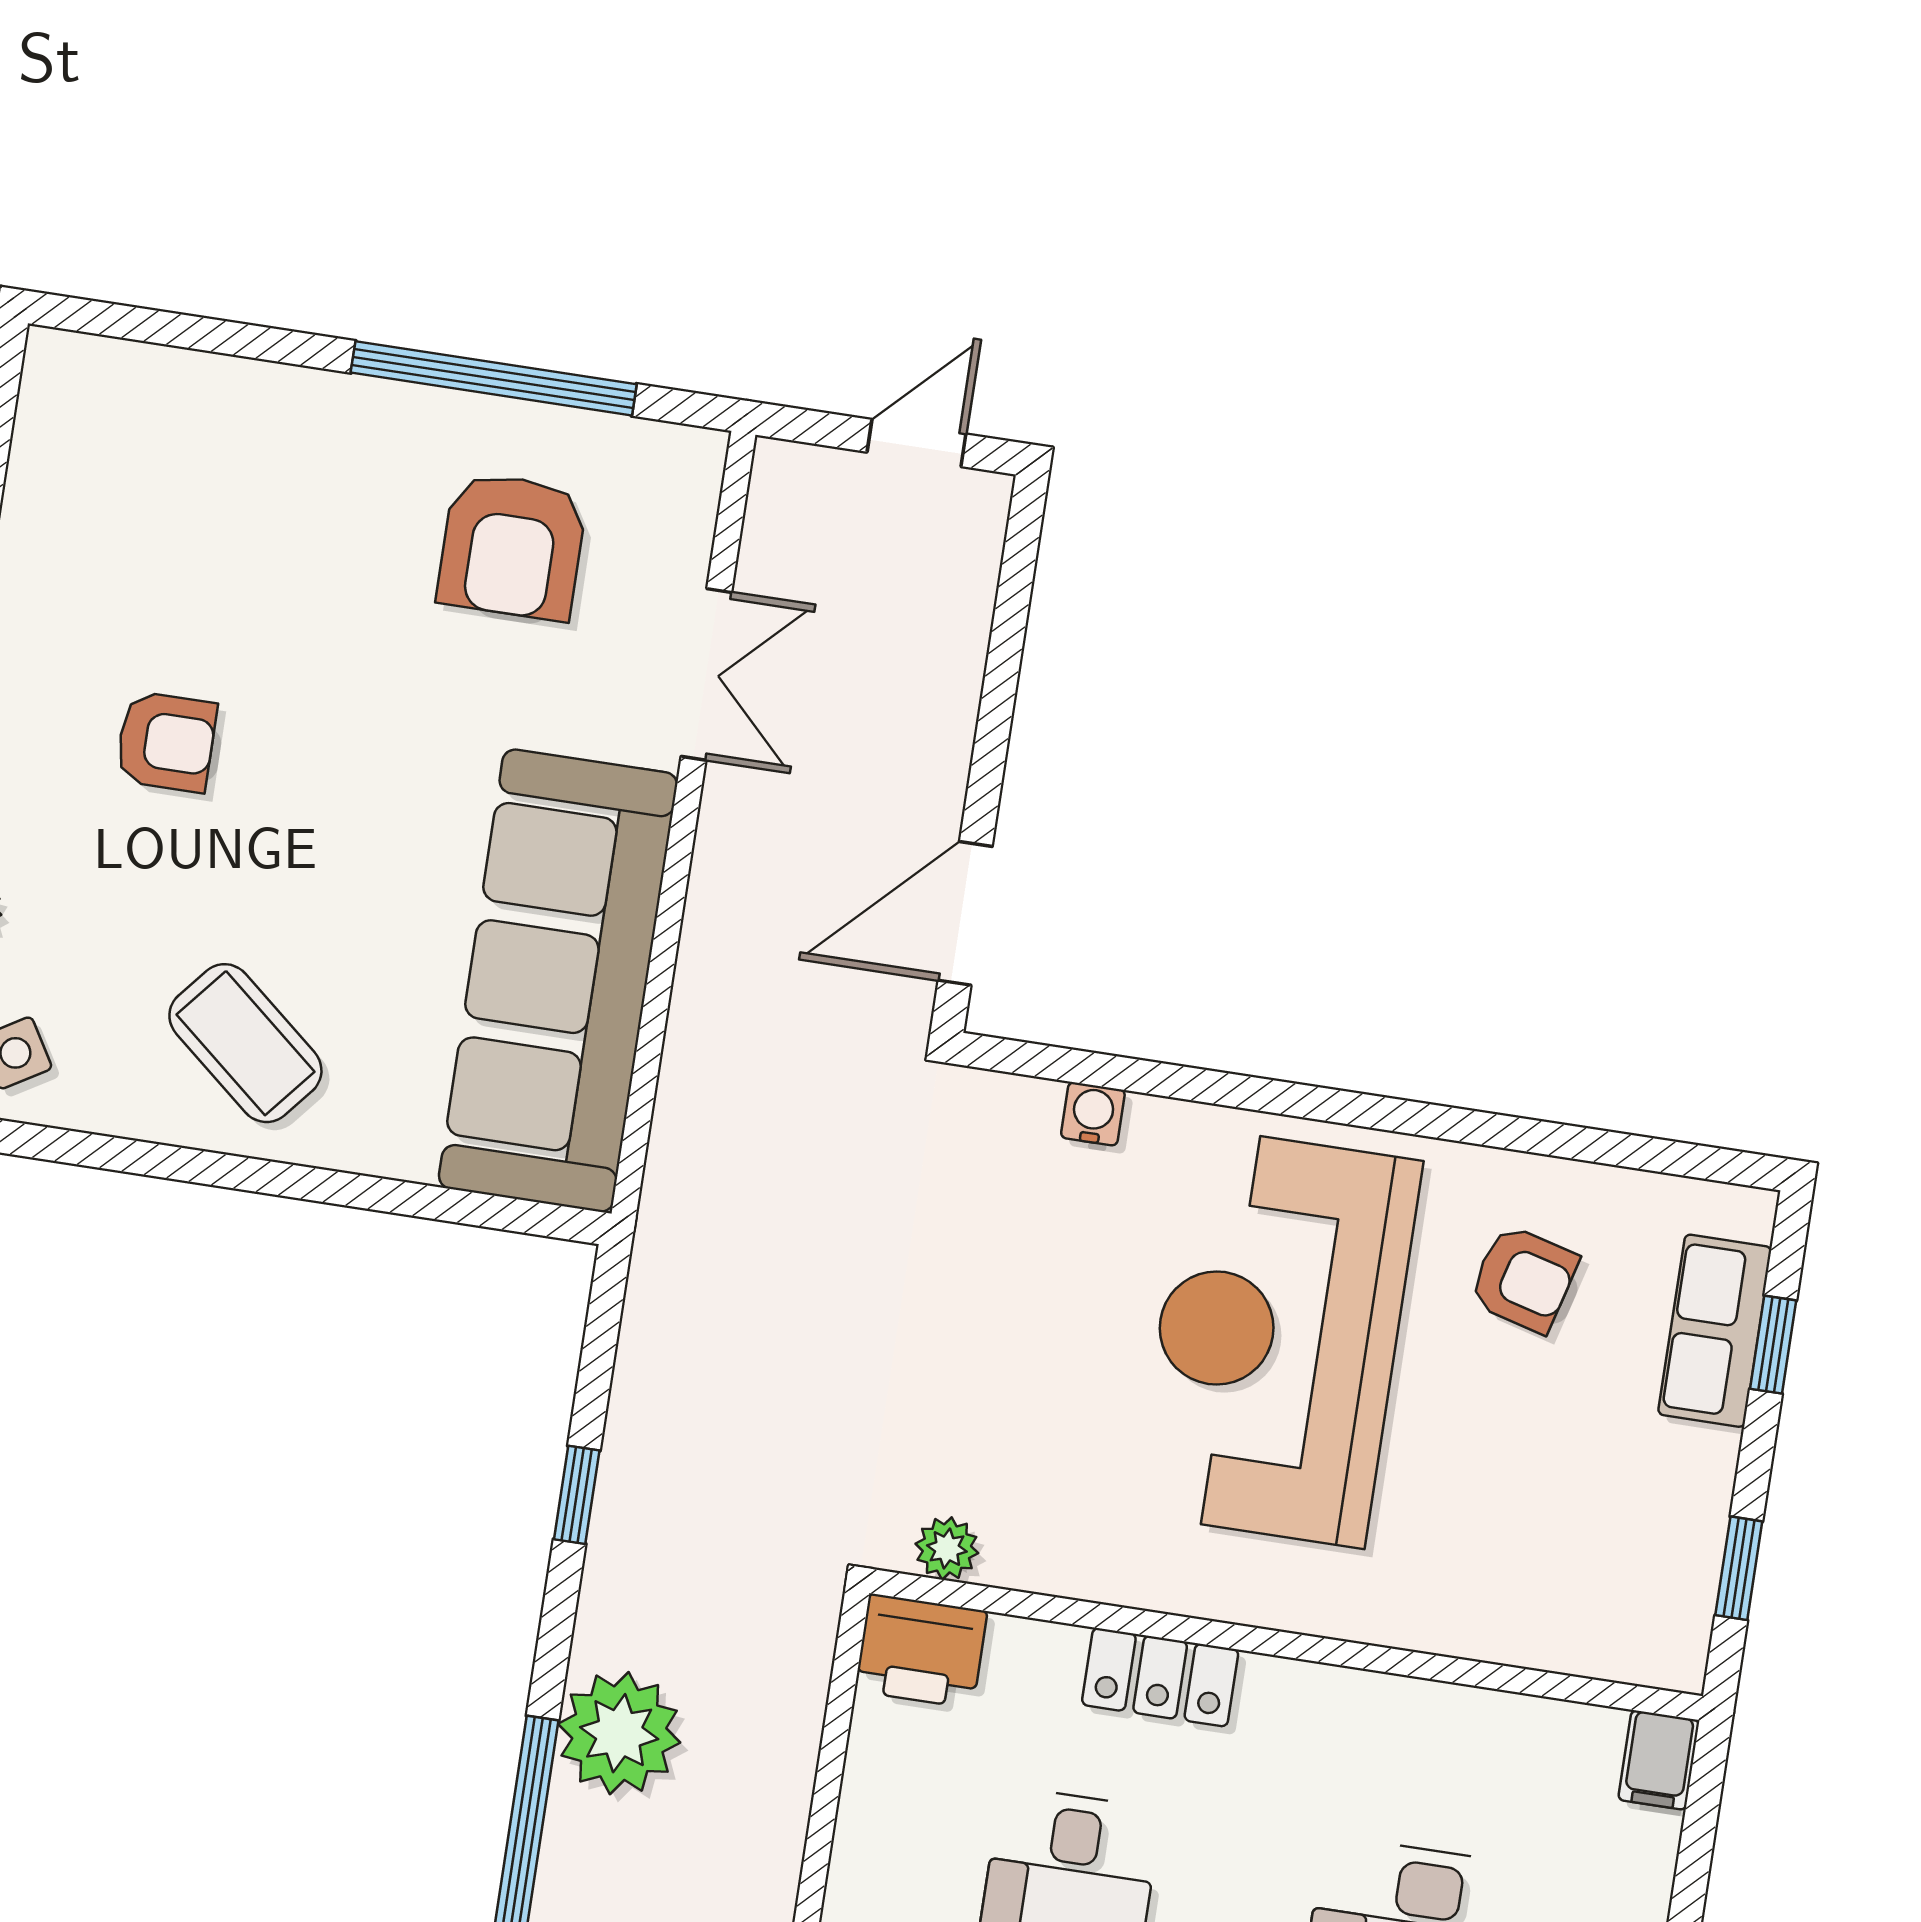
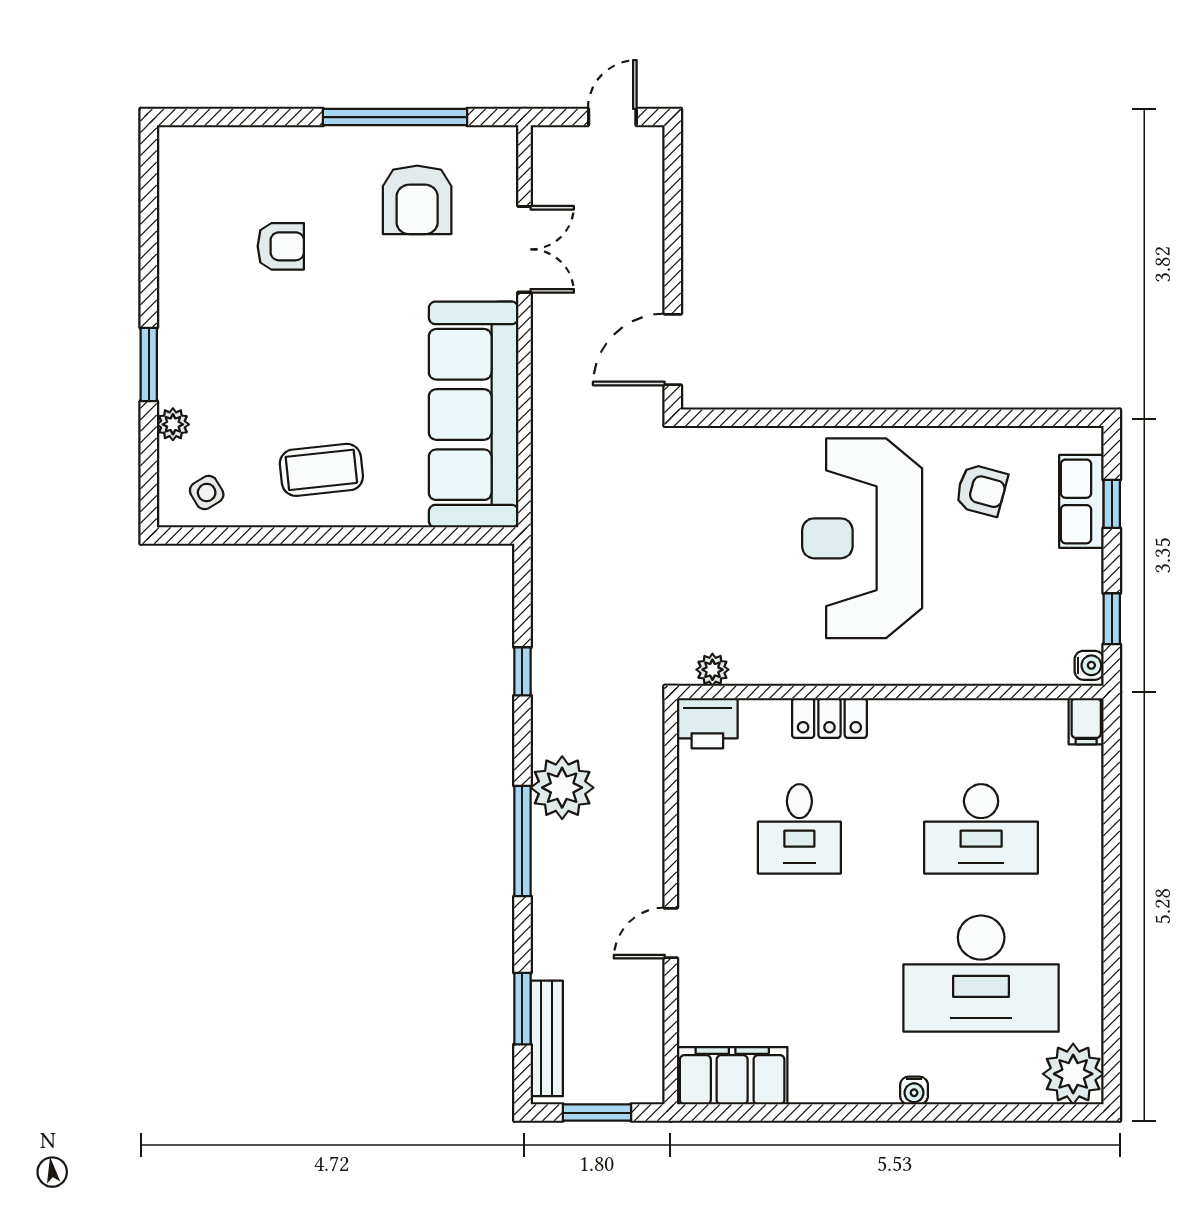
armchair: (166, 742) -> (281, 246), moved
coffee table: (245, 1043) -> (321, 470), turned -46
water cooler: (1093, 1114) -> (1089, 665), moved, turned 90

